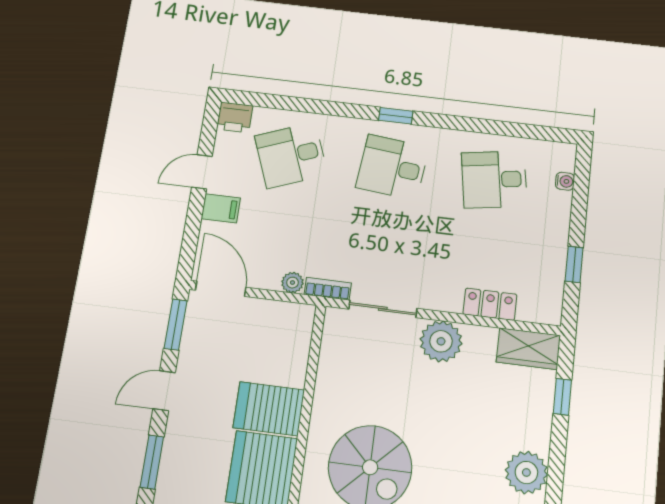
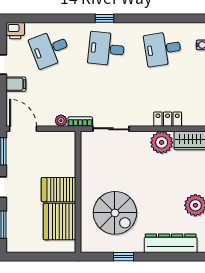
plant: (441, 341) -> (162, 142), moved

